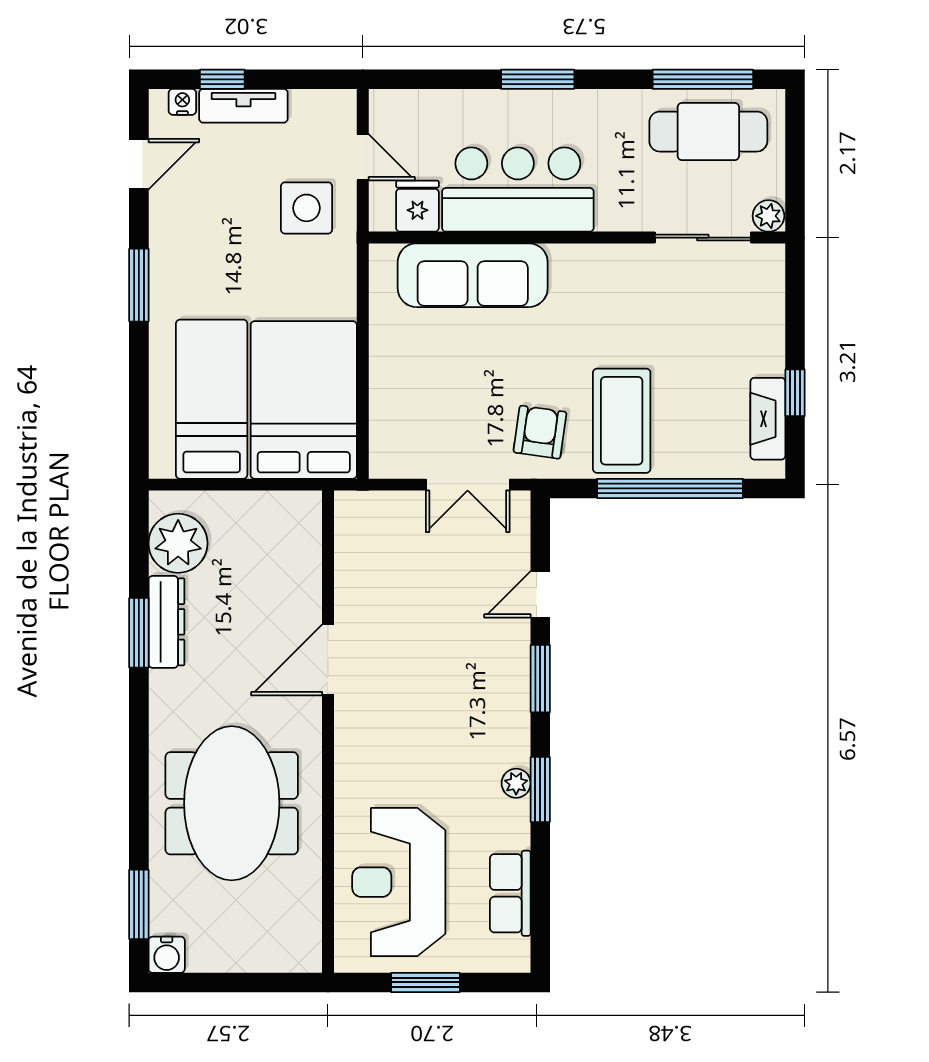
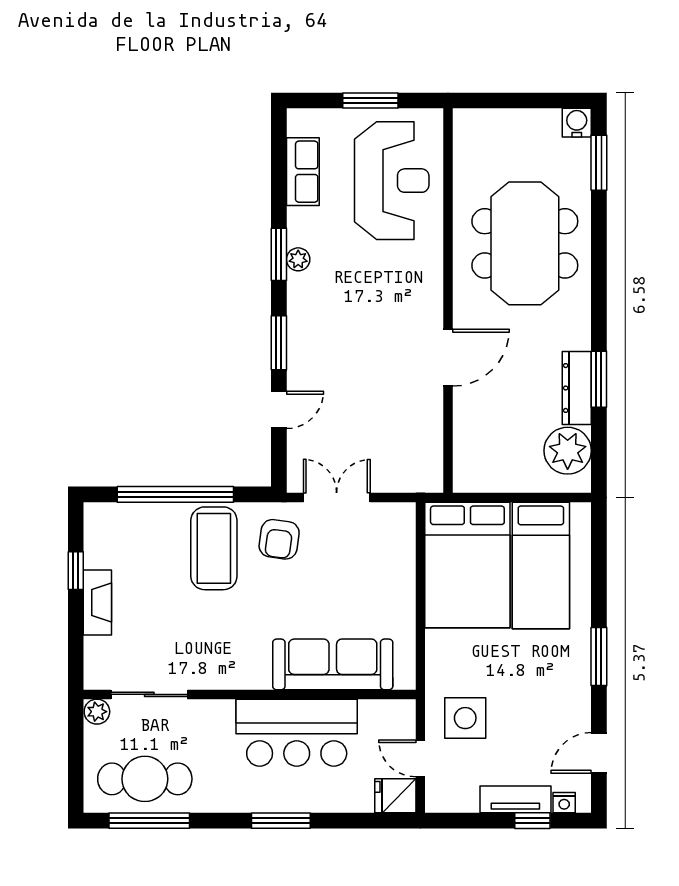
fridge: (417, 206) -> (395, 796), moved, turned 90
fireplace: (768, 419) -> (97, 602), moved

